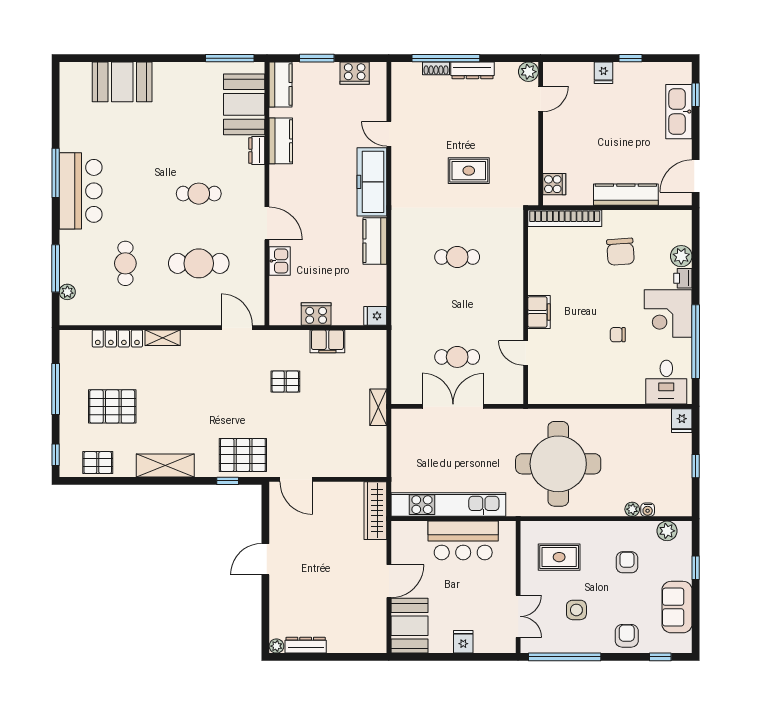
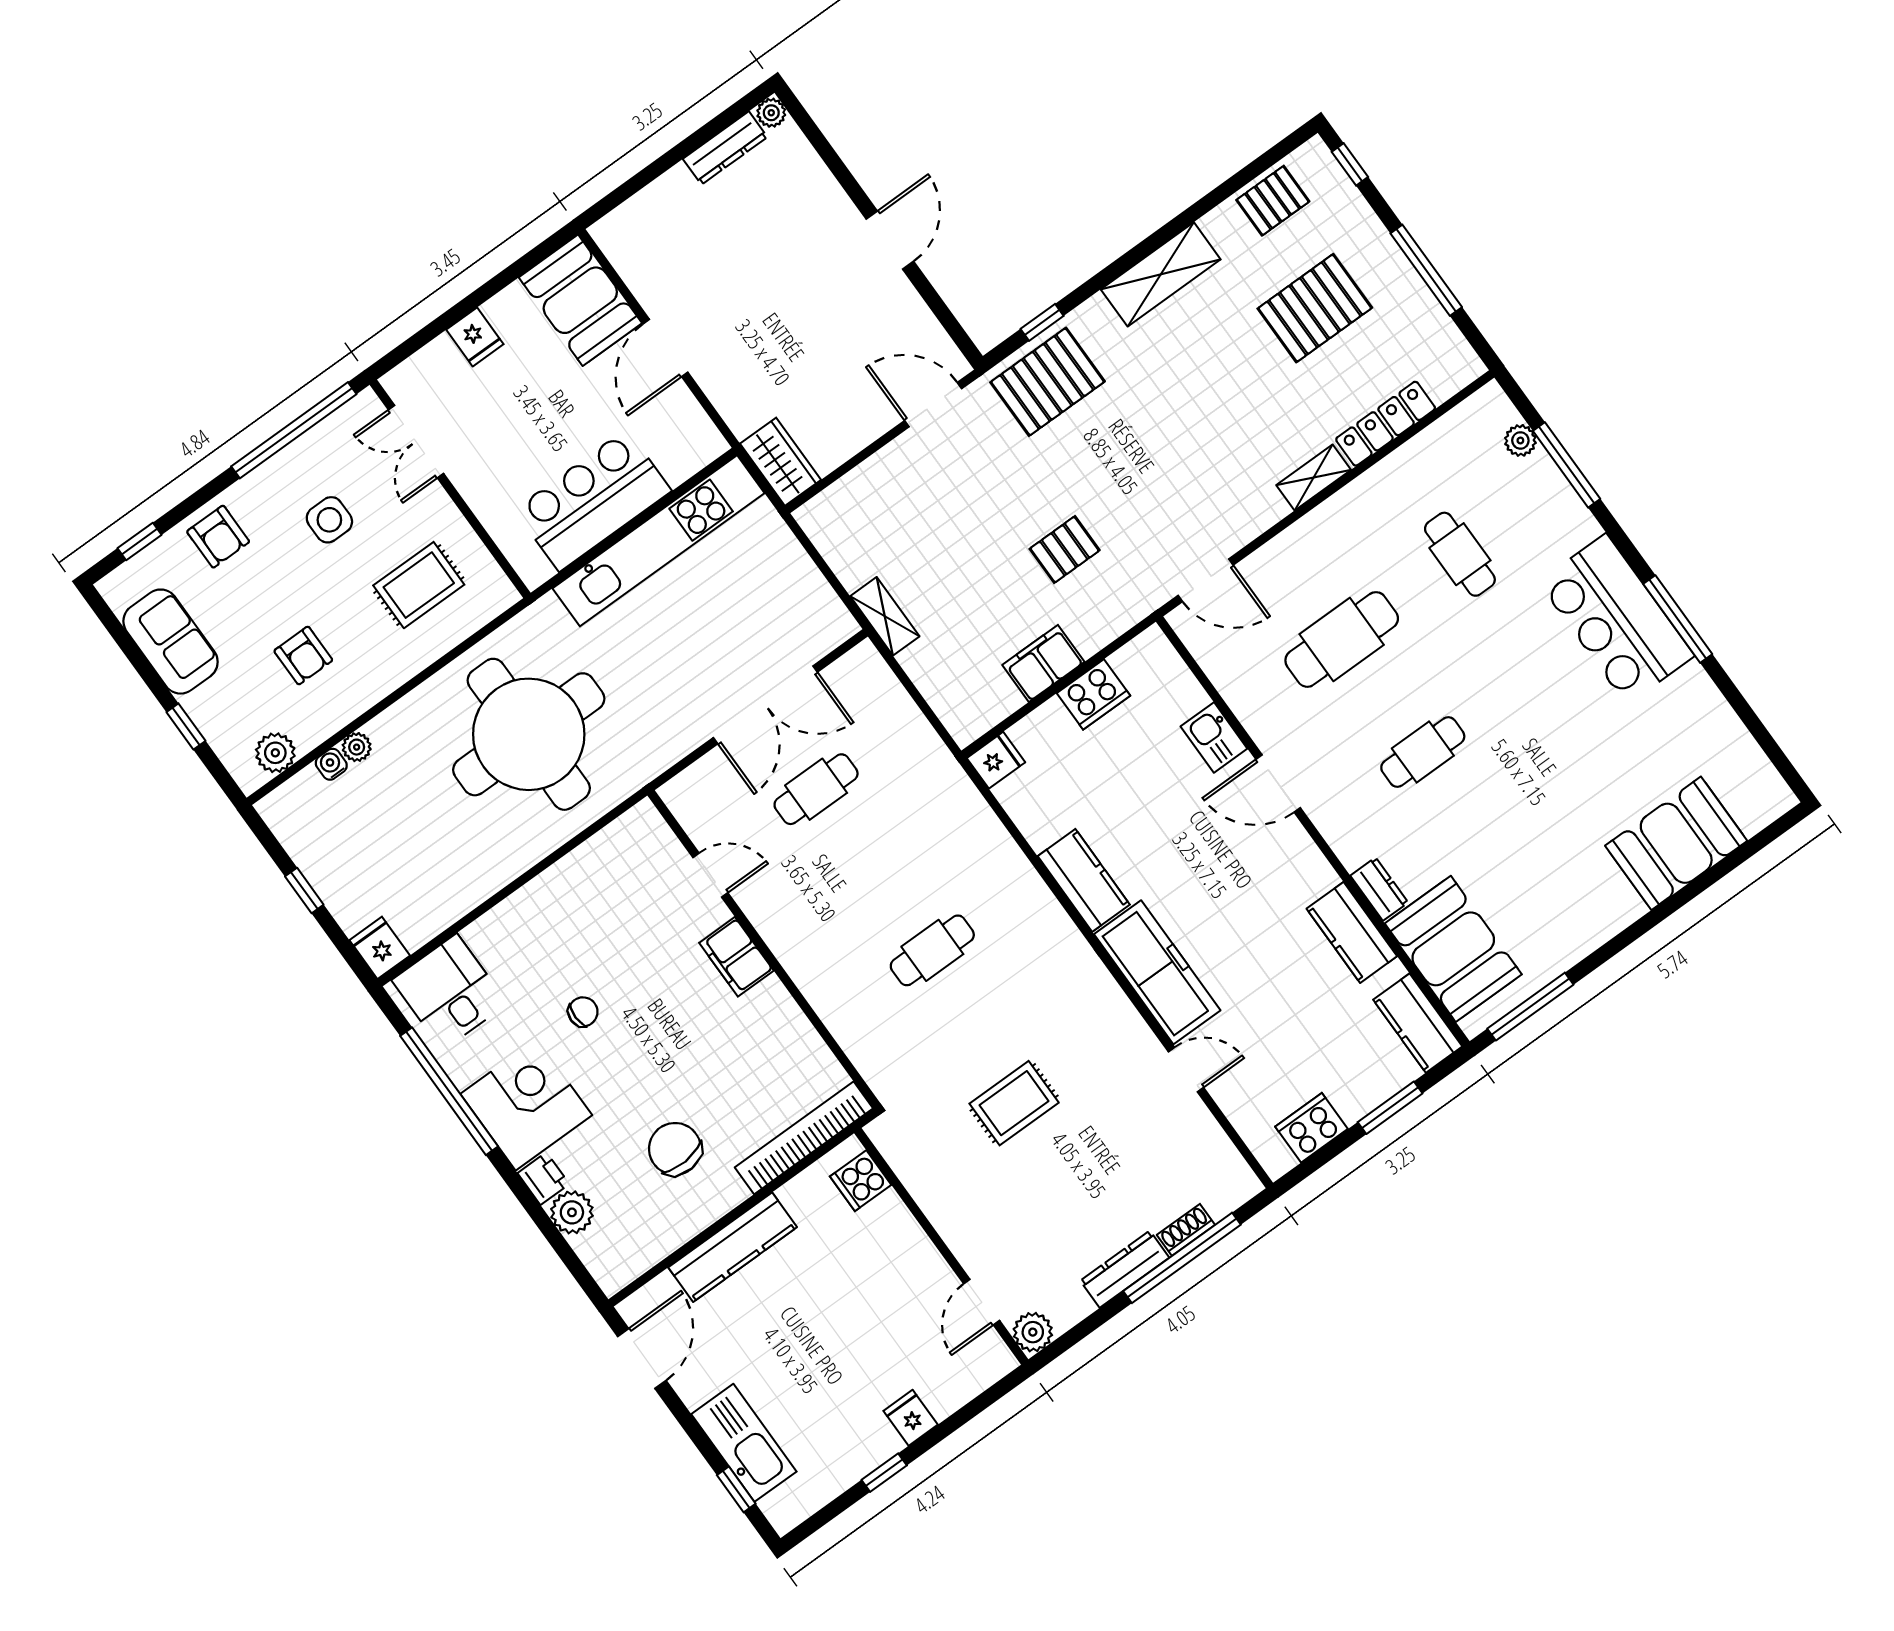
wardrobe: (375, 511) -> (781, 462), width x0.67

